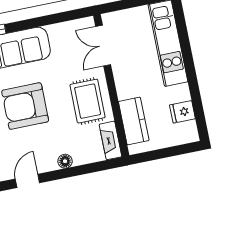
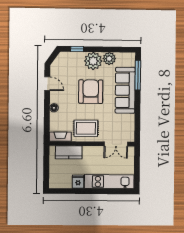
double door: (103, 46) -> (116, 144), swing flipped
fridge: (182, 112) -> (78, 182), moved

